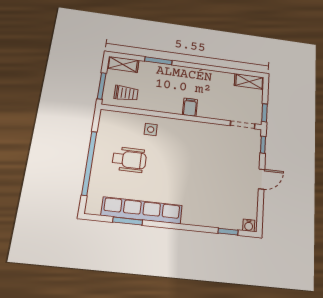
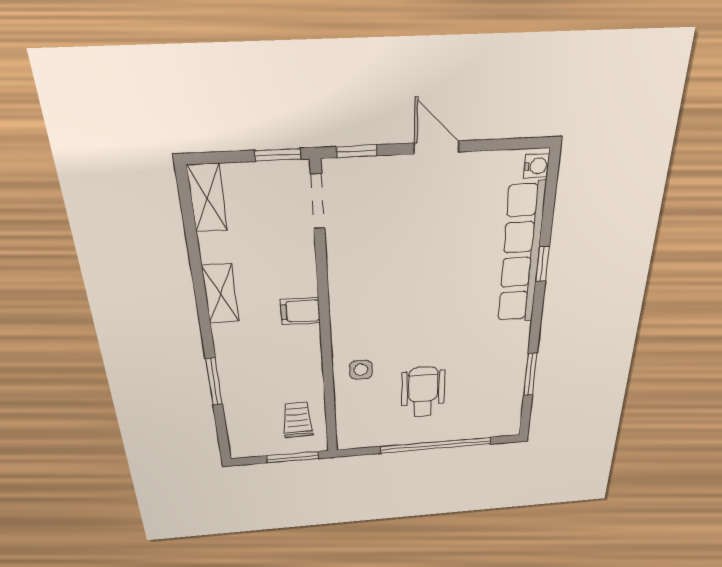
shelving: (123, 64) -> (221, 294), moved
row of seats: (142, 210) -> (521, 255), moved
window: (228, 232) -> (542, 264), moved

